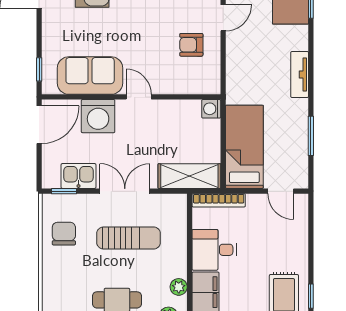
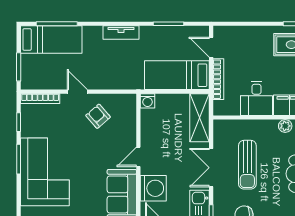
armchair: (191, 45) -> (98, 116), turned 139
door: (281, 191) -> (211, 47), swing flipped
bookcase: (219, 200) -> (218, 79), moved
sun lounger: (129, 238) -> (247, 165), turned 180

